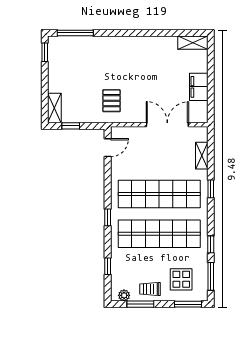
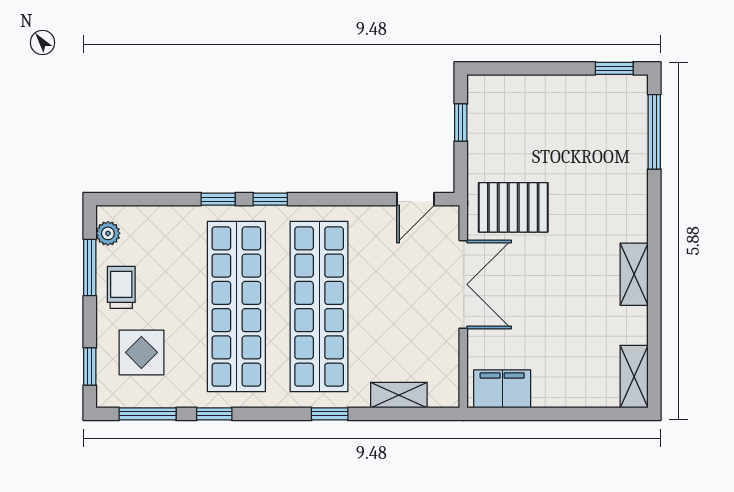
filing cabinet: (199, 87) -> (502, 389), moved
pallet: (112, 101) -> (513, 207), width x1.50, depth x1.42
shelving: (54, 108) -> (634, 274), moved, turned 90
double door: (167, 125) -> (463, 284), moved
door: (108, 148) -> (415, 199), hinge flipped
window: (108, 266) -> (218, 199), moved
window: (188, 304) -> (90, 367), width x0.67

